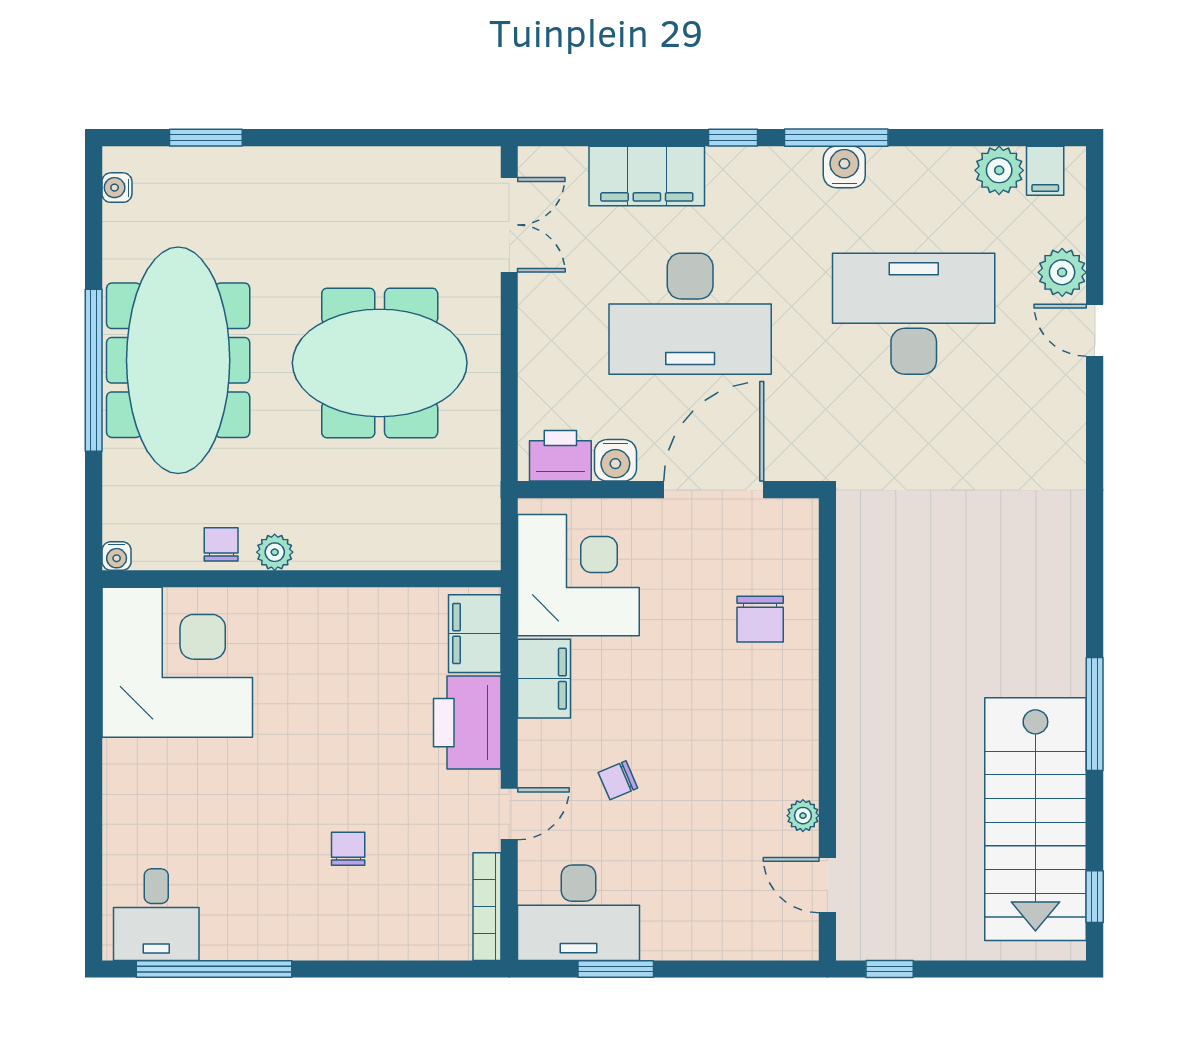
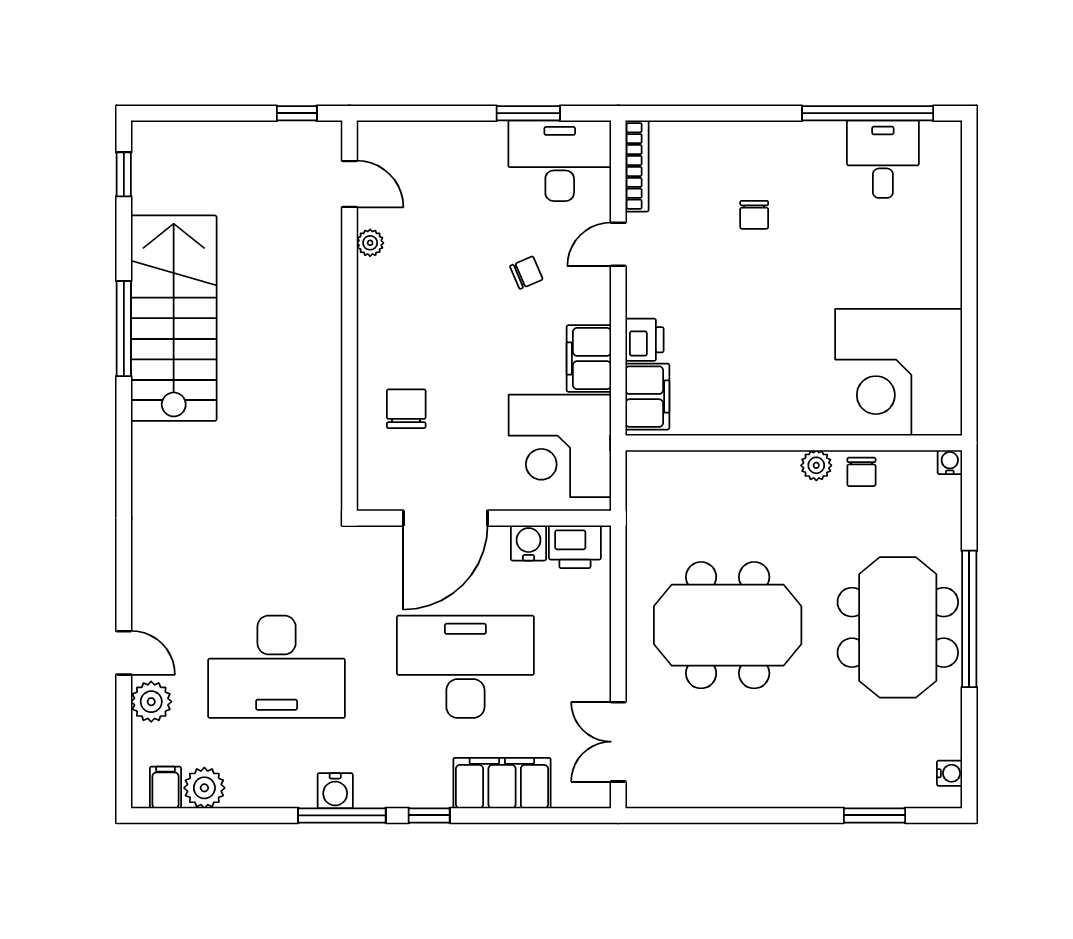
meeting table: (178, 360) -> (898, 627), width x0.73
printer: (467, 723) -> (644, 340), width x0.53, depth x0.68
stairs: (1035, 819) -> (174, 318), moved
desk: (156, 915) -> (883, 159), moved

